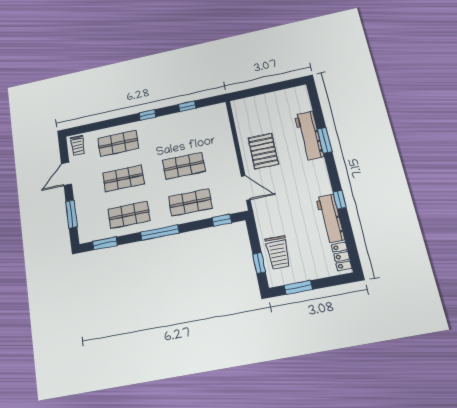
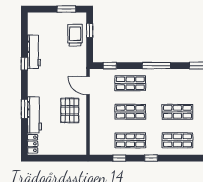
shop shelf: (129, 215) -> (130, 140), moved
locker: (342, 256) -> (33, 144), moved

